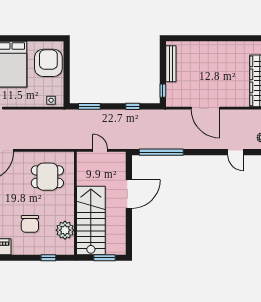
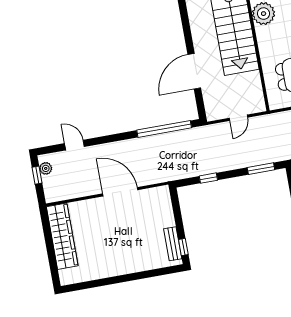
bench: (171, 64) -> (173, 244), width x0.73
window: (163, 91) -> (183, 247), moved
door: (100, 150) -> (238, 118), hinge flipped

